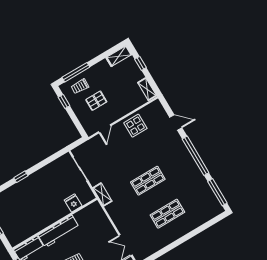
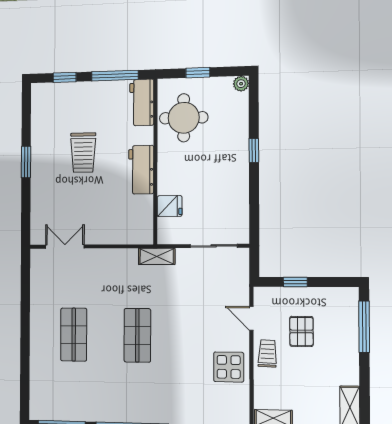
trolley: (80, 86) -> (267, 353), moved
window: (64, 101) -> (295, 282), moved
round table: (24, 222) -> (184, 118), added
workbench: (59, 231) -> (141, 170), width x0.73

